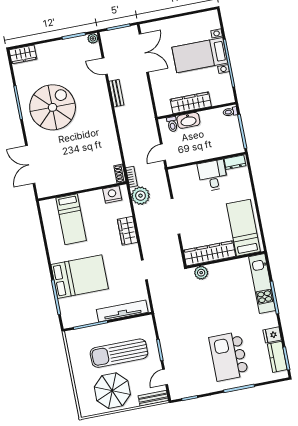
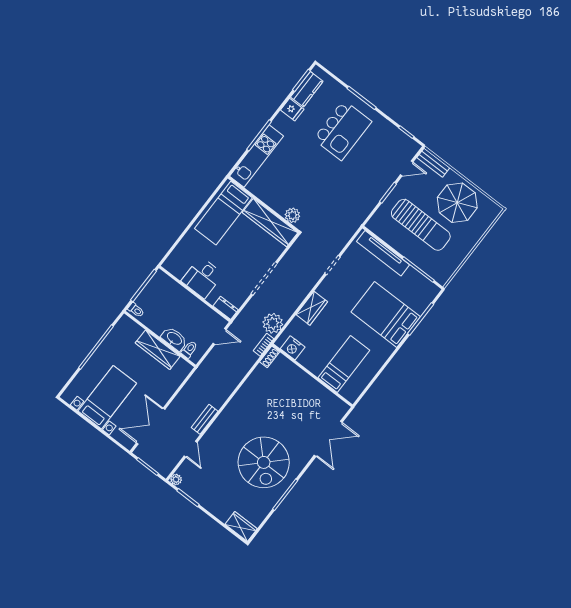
bed with nightstands: (200, 55) -> (107, 397), moved, turned -90
spiral stairs: (53, 107) -> (264, 462), turned -90
dresser: (235, 162) -> (226, 308), moved

